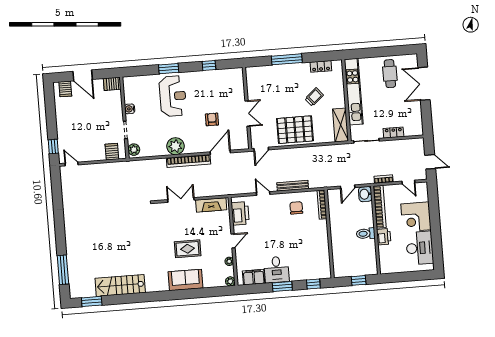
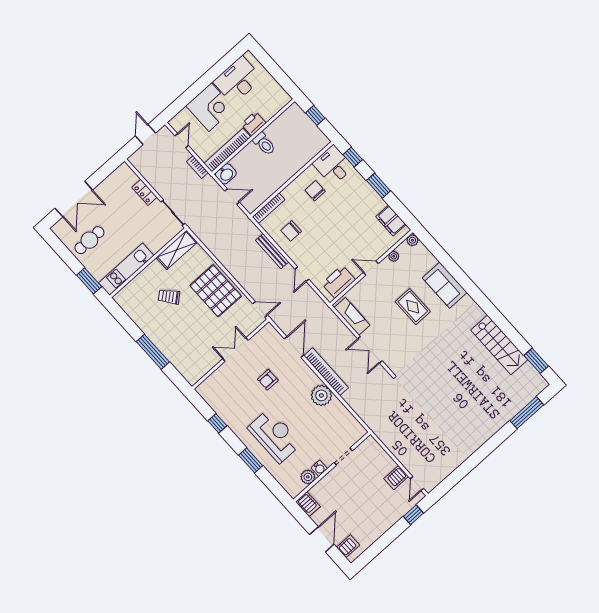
window: (364, 53) -> (89, 281), added
locker: (321, 66) -> (134, 313), removed
kitchen unit: (354, 92) -> (126, 269), width x0.73
reception desk: (173, 96) -> (274, 436), turned 90
plant: (134, 150) -> (308, 477), moved
server rack: (112, 152) -> (396, 478), moved
door: (220, 152) -> (294, 347), swing flipped
chair: (310, 243) -> (315, 191), added
desk: (276, 270) -> (333, 165), moved, turned -90

